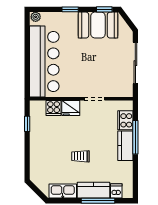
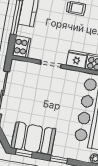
cooker: (125, 120) -> (22, 47), moved

